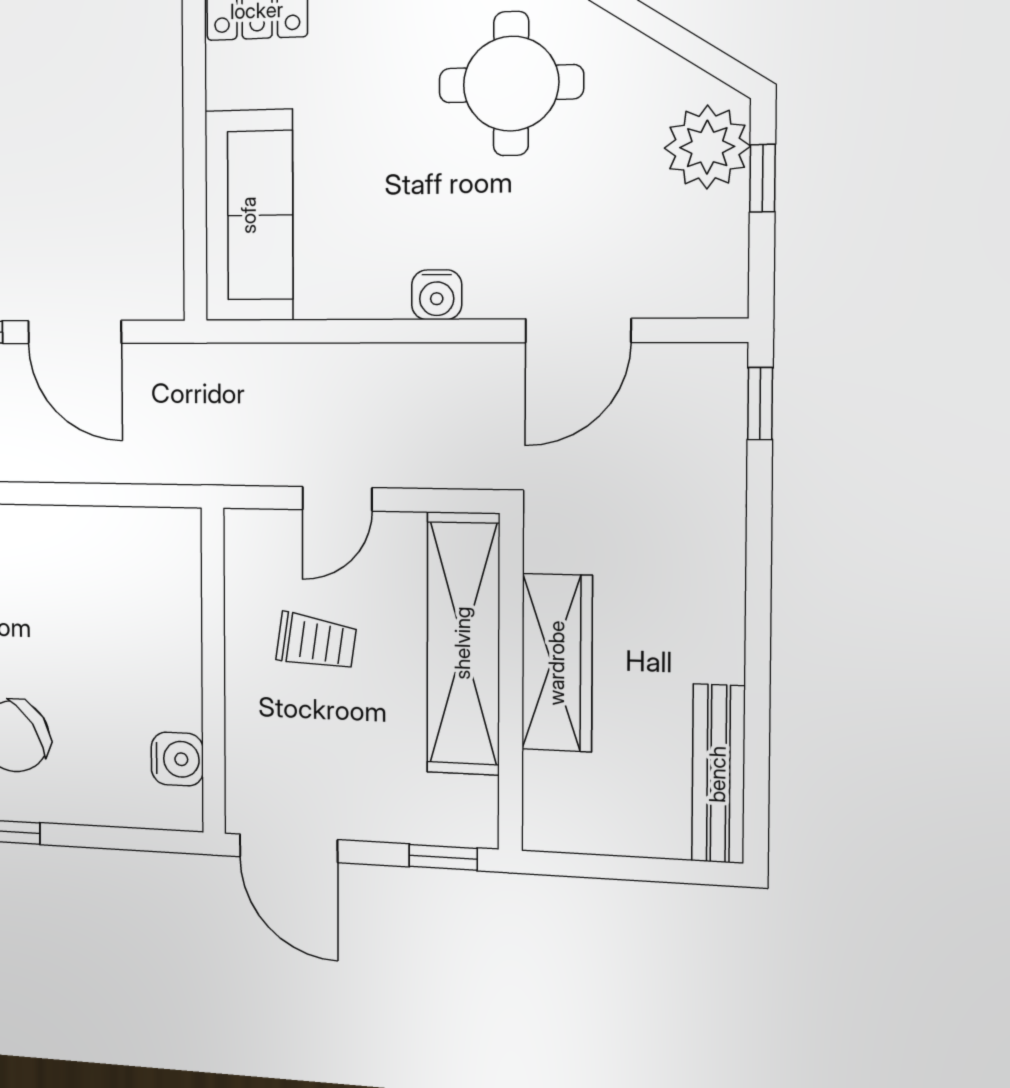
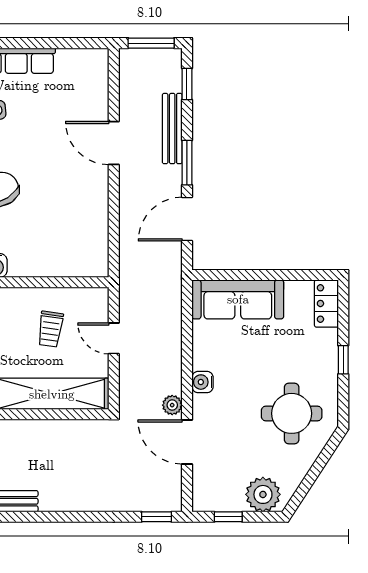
window: (762, 178) -> (228, 517), moved
plant: (490, 365) -> (172, 405), added
wardrobe: (557, 663) -> (45, 434), removed

